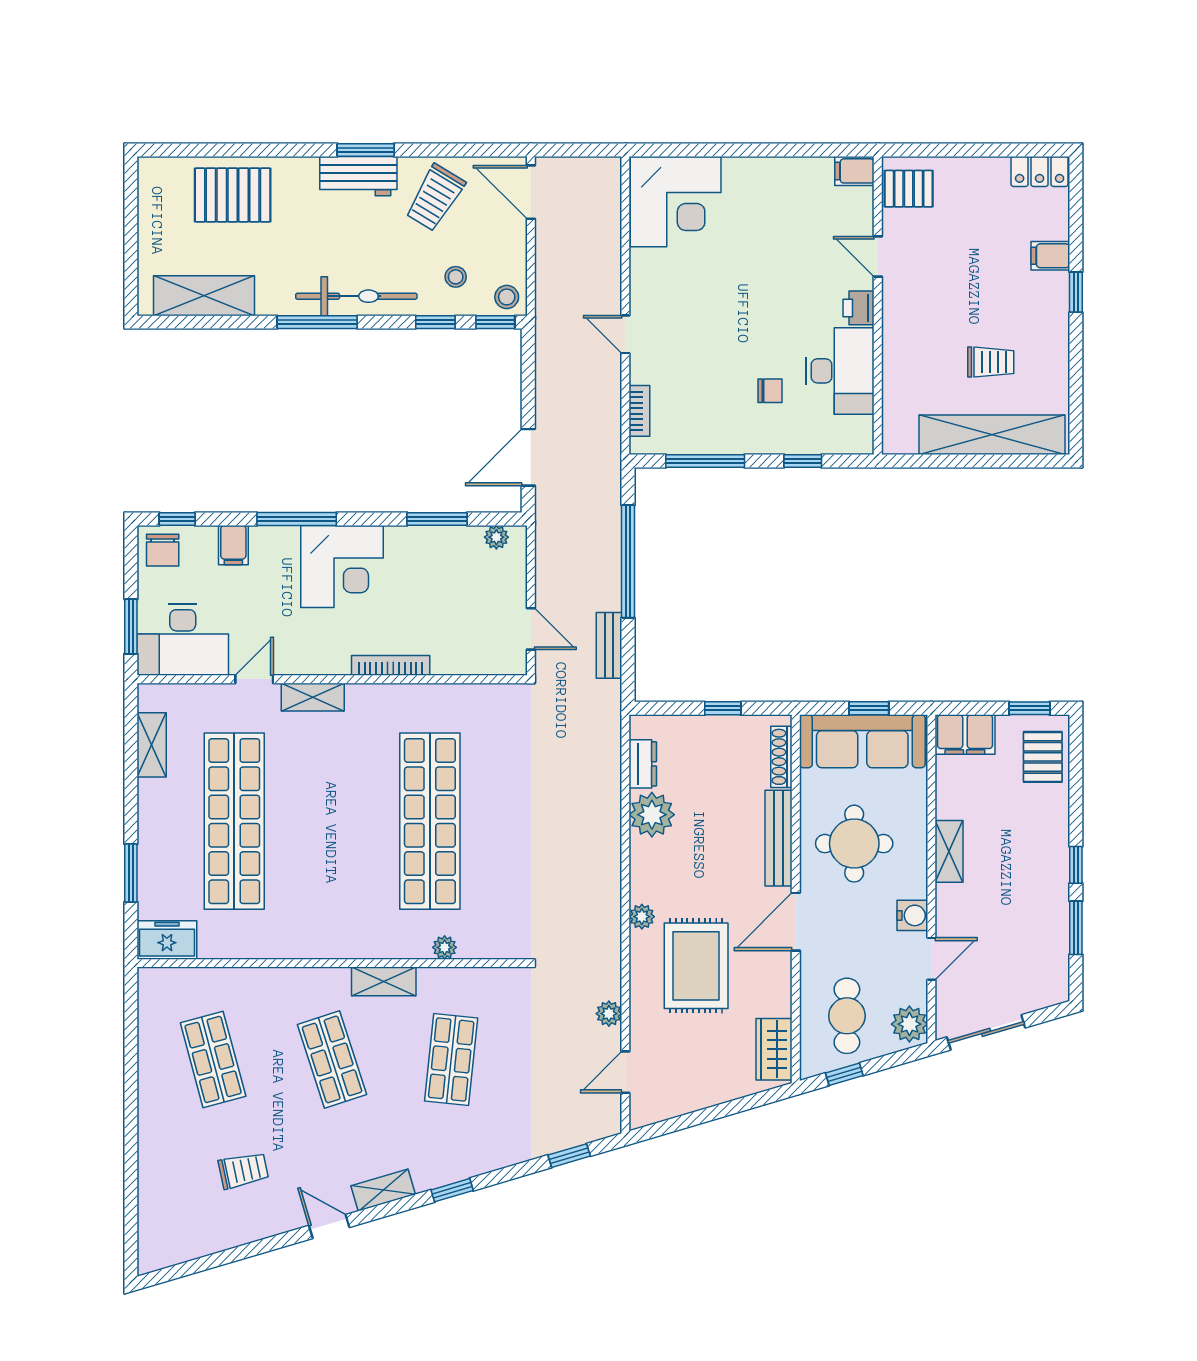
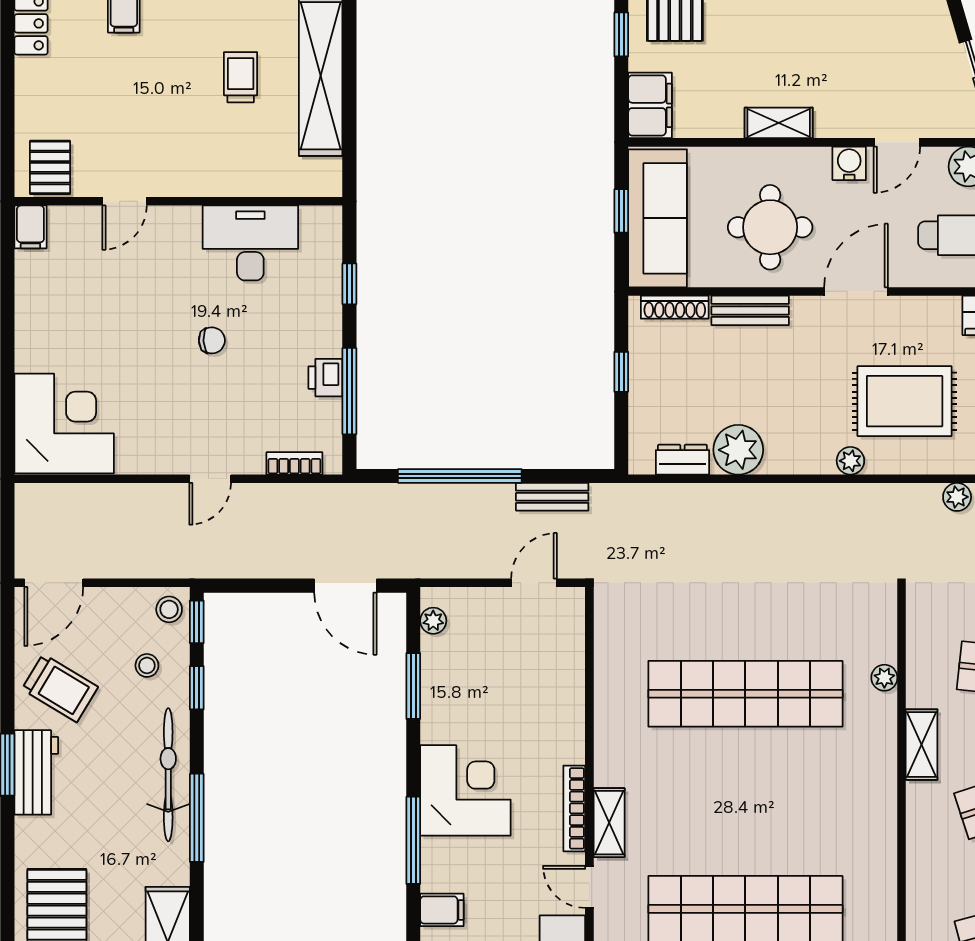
printer: (859, 308) -> (325, 378), moved, turned 90
chair: (770, 391) -> (212, 340), moved, turned 87
bookcase: (391, 665) -> (574, 808), moved
bench: (779, 838) -> (750, 310), width x0.73
door: (796, 922) -> (856, 291), swing flipped
door: (931, 959) -> (897, 142), swing flipped

